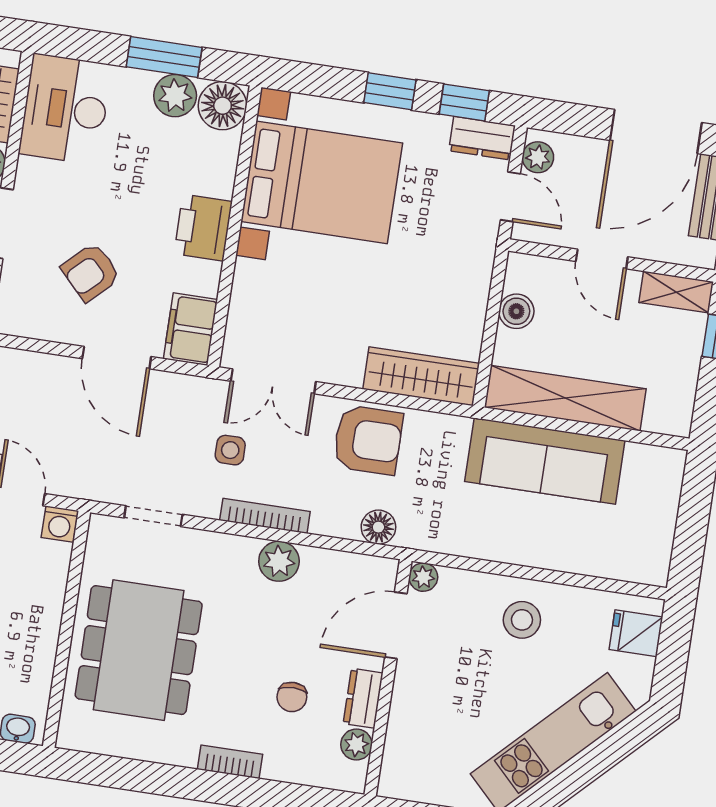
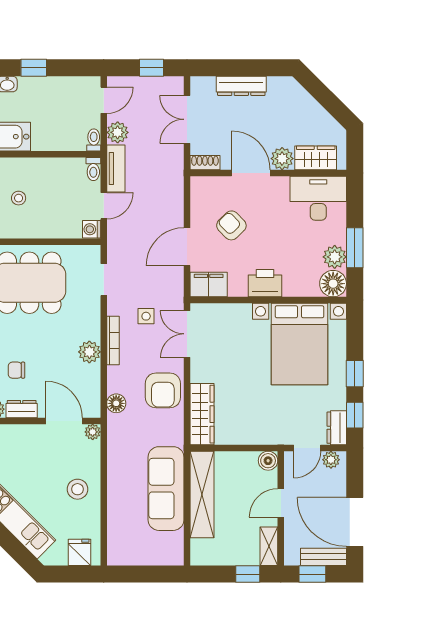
boiler: (516, 311) -> (268, 461), moved

